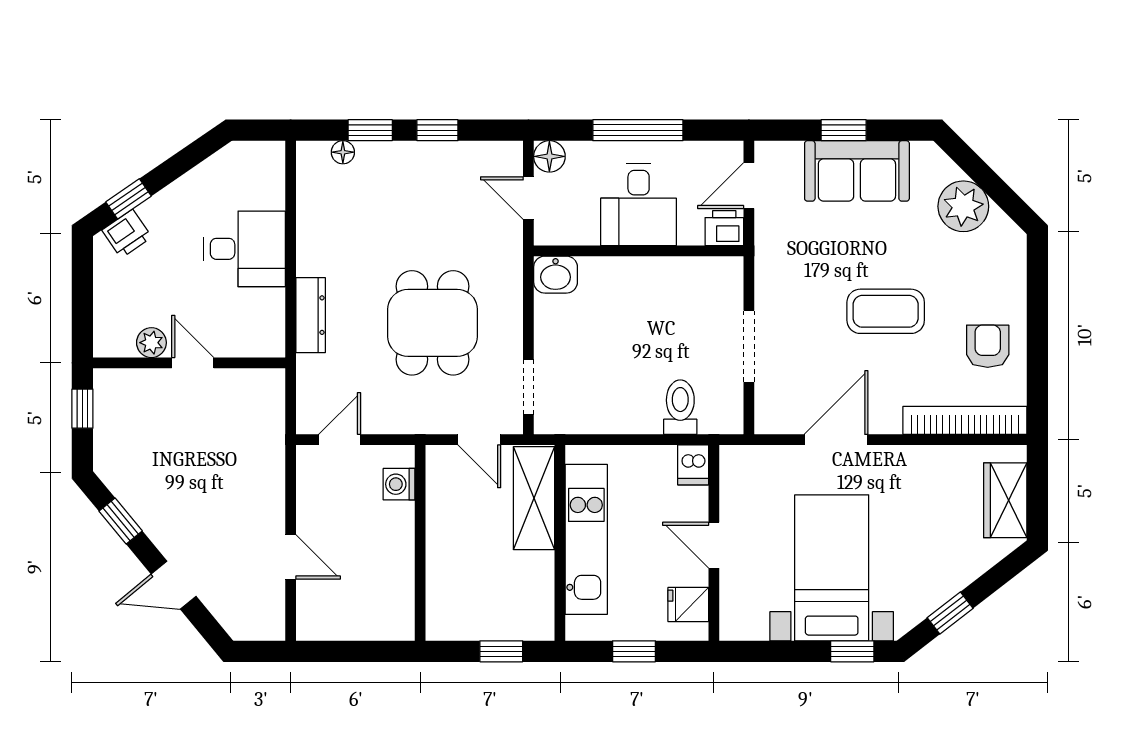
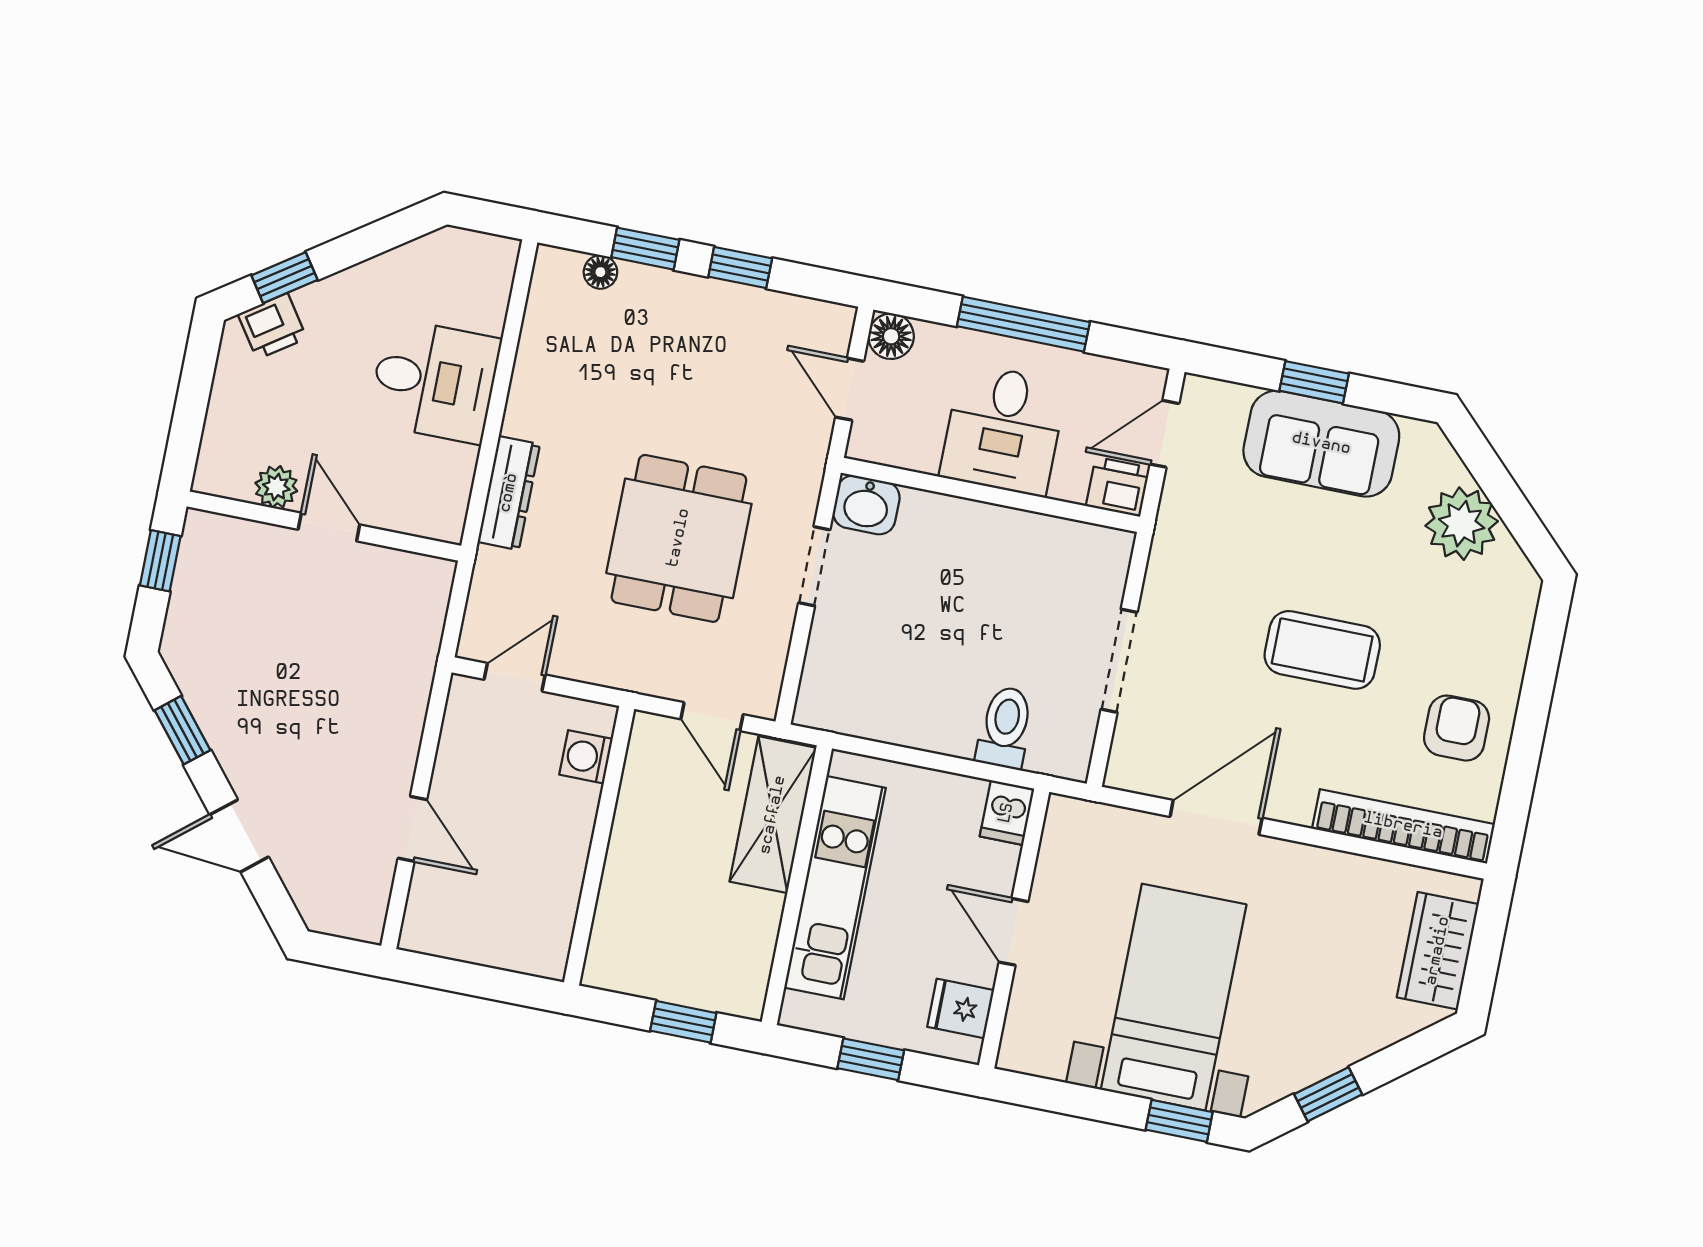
doorway: (528, 387) -> (814, 566), moved

